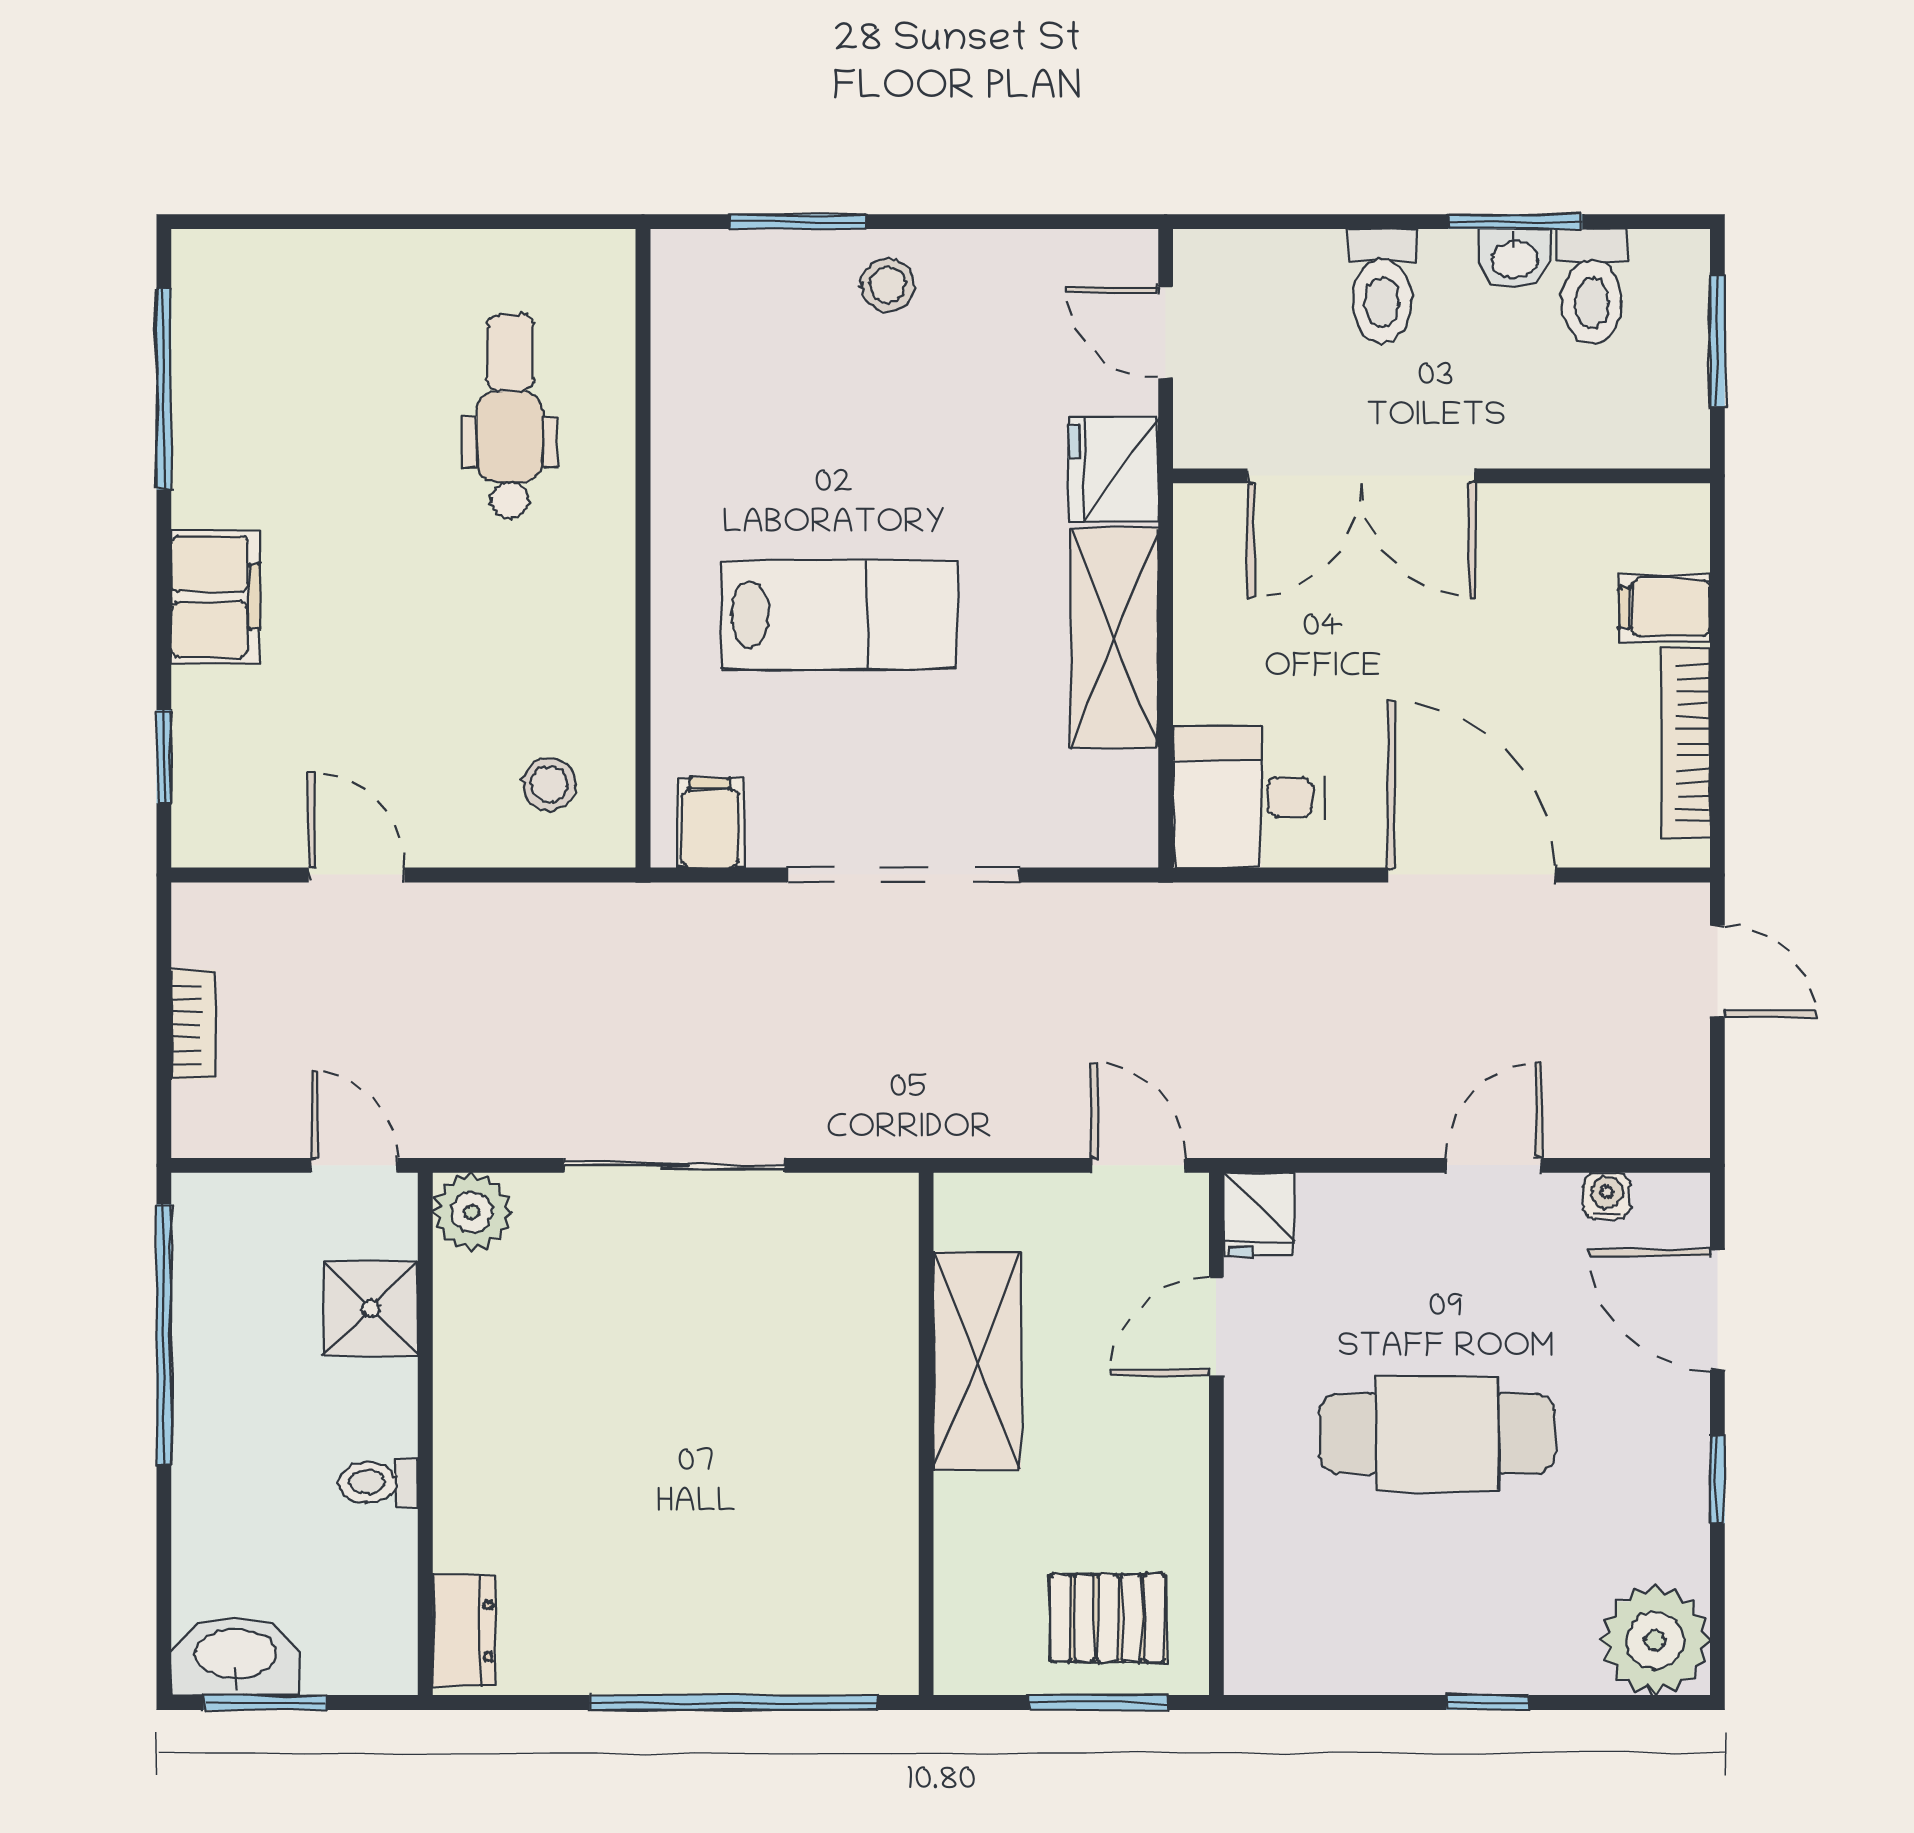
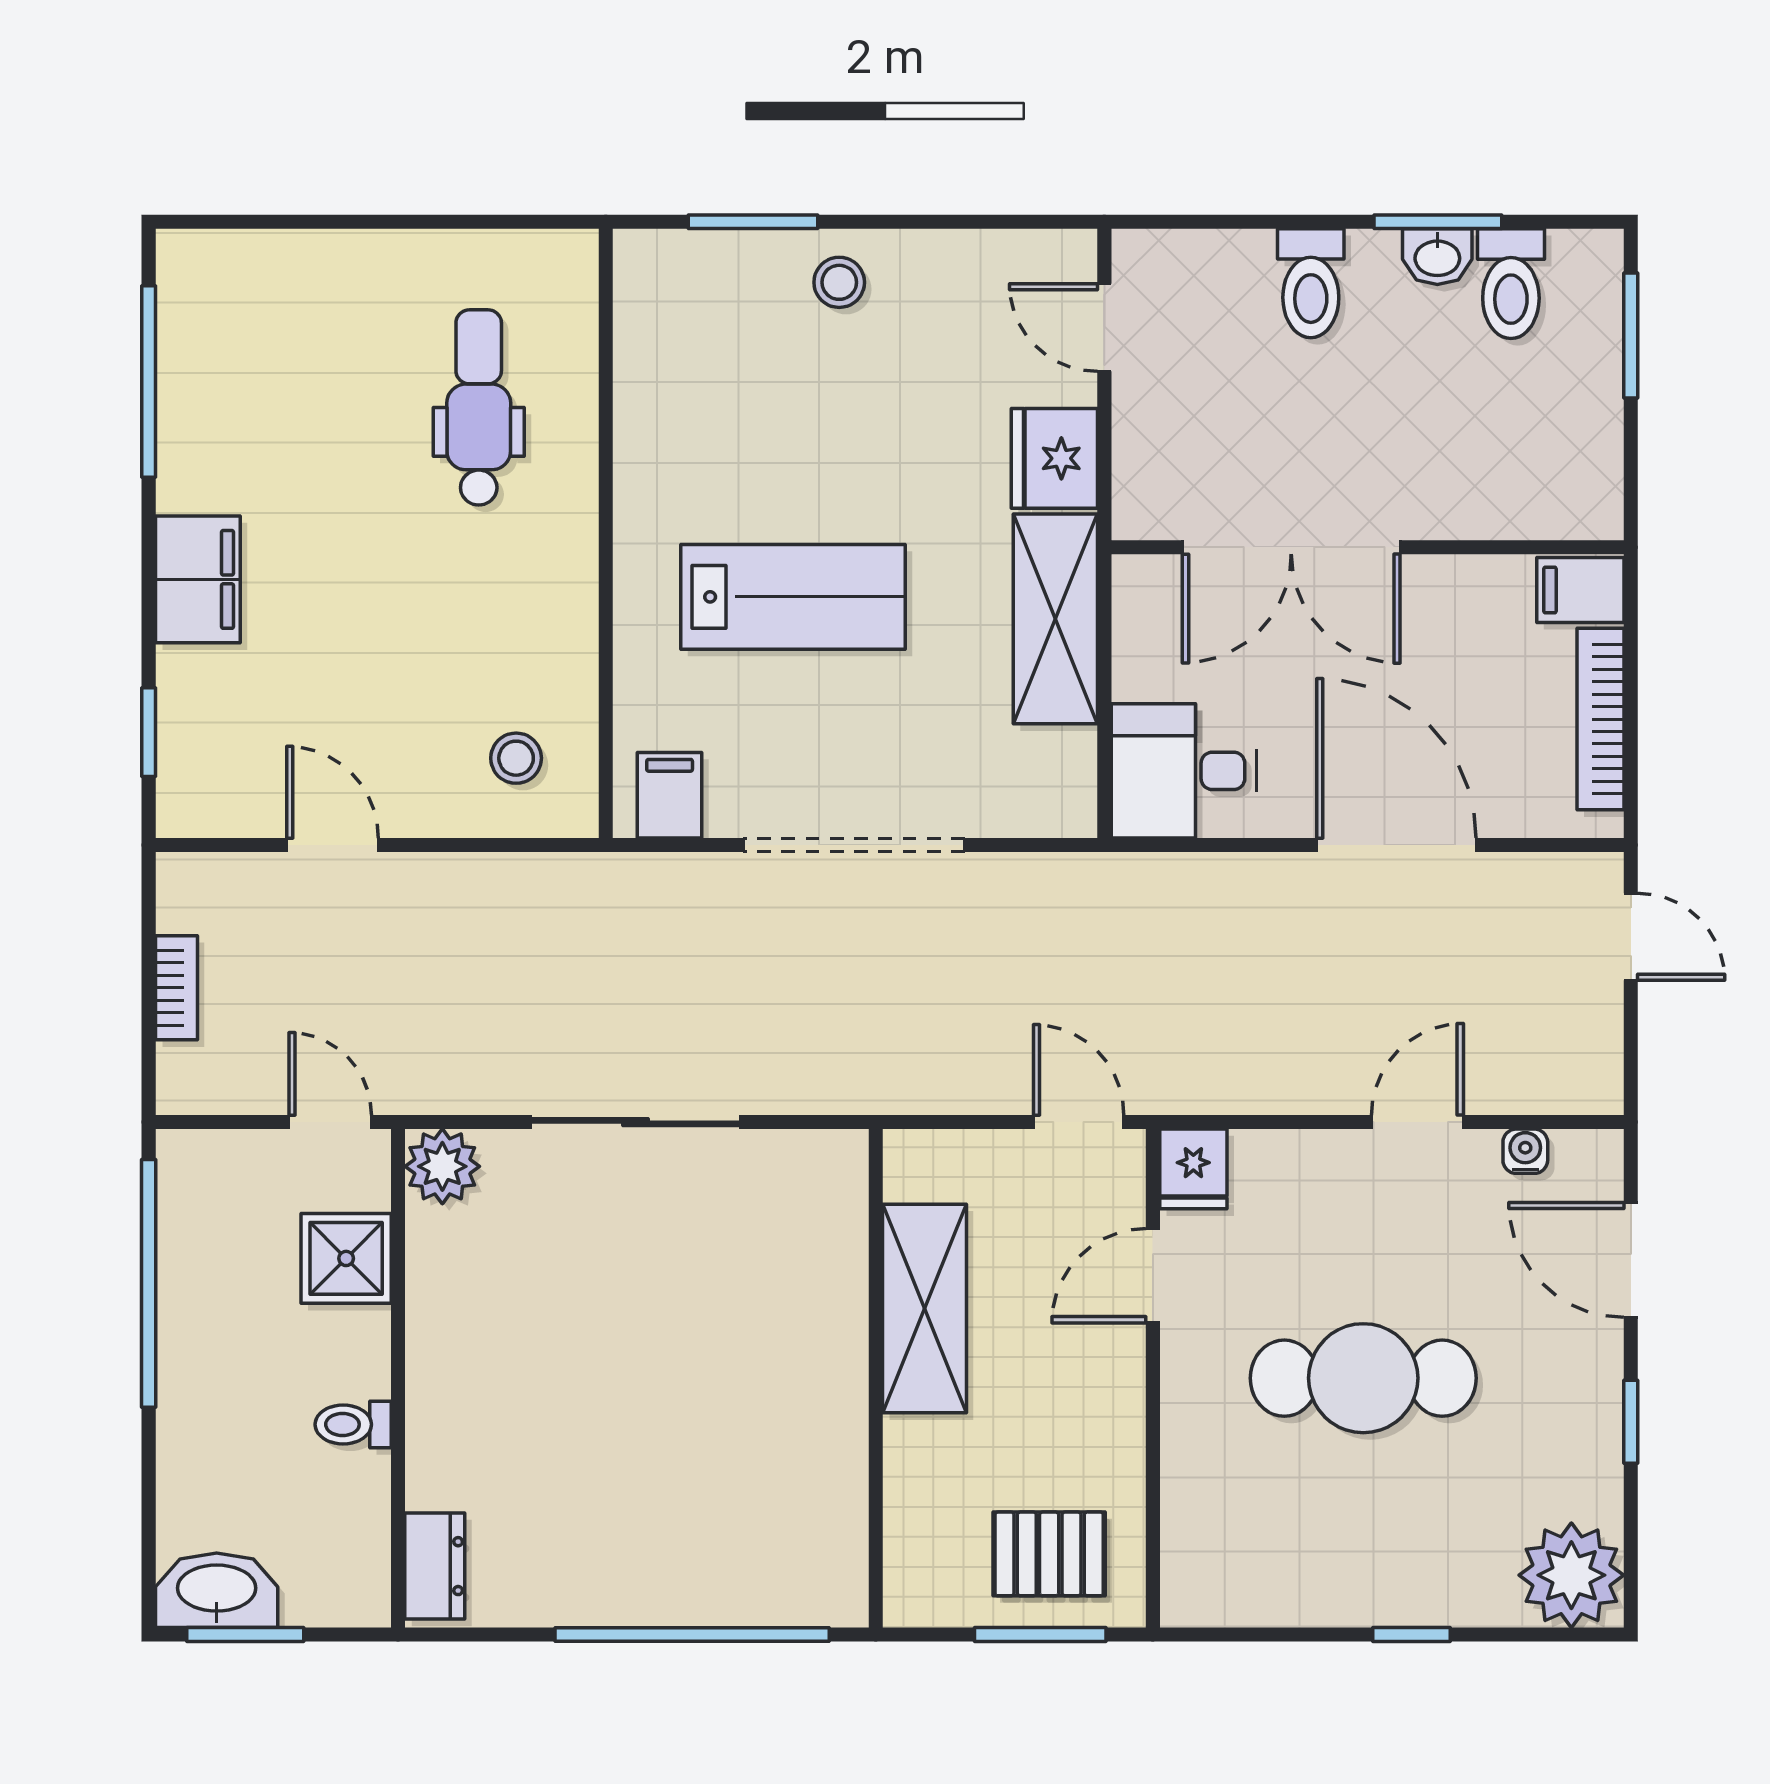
double door: (1361, 476) -> (1291, 547), moved
wall: (1441, 476) -> (1368, 547), moved

